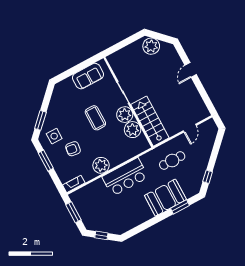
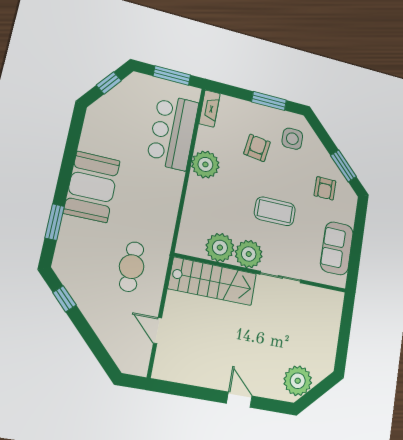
plant: (151, 46) -> (298, 381), moved
armchair: (64, 103) -> (325, 188), added
window: (40, 120) -> (343, 166), moved
bar counter: (125, 177) -> (173, 132), moved
booth: (165, 198) -> (92, 187), moved

